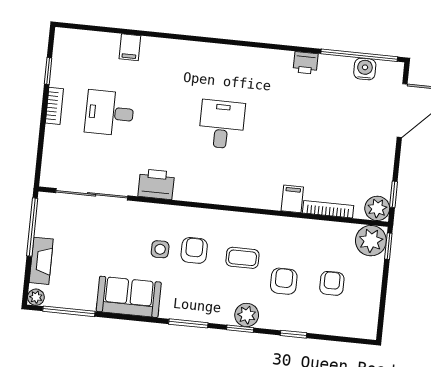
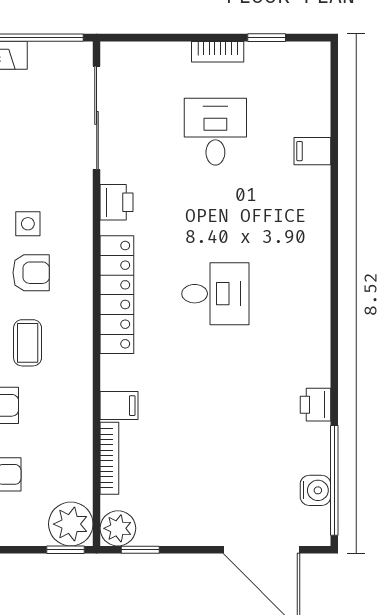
printer: (156, 184) -> (116, 202), width x0.73, depth x0.81
locker: (215, 193) -> (117, 295), added

